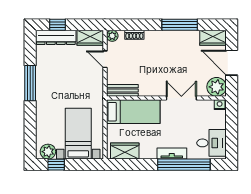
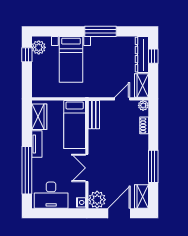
double door: (181, 98) -> (87, 168), swing flipped
bed with nightstands: (78, 134) -> (71, 59), moved, turned 90
desk: (211, 143) -> (51, 195), width x1.37
tv unit: (172, 154) -> (37, 144), moved

